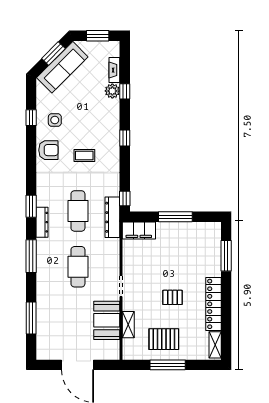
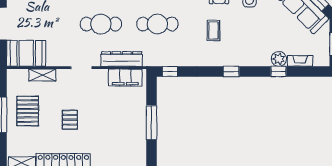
dresser: (112, 217) -> (122, 59), moved
filing cabinet: (139, 230) -> (125, 78), moved, turned -90
booth: (107, 320) -> (26, 53), moved

